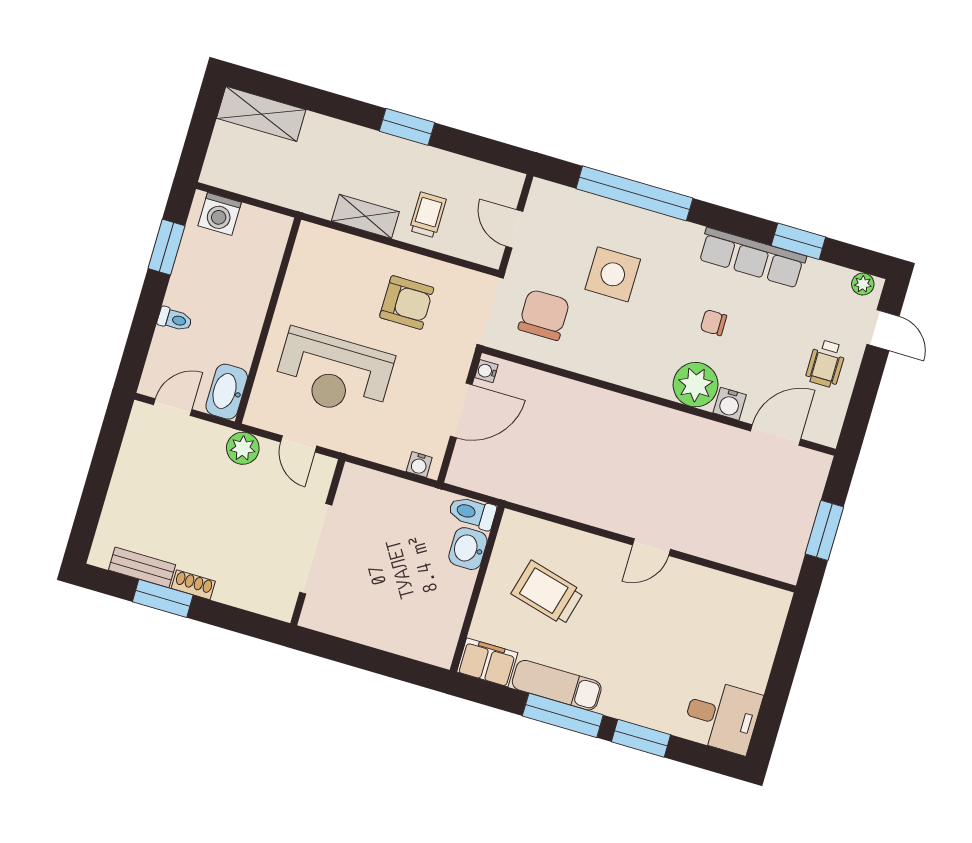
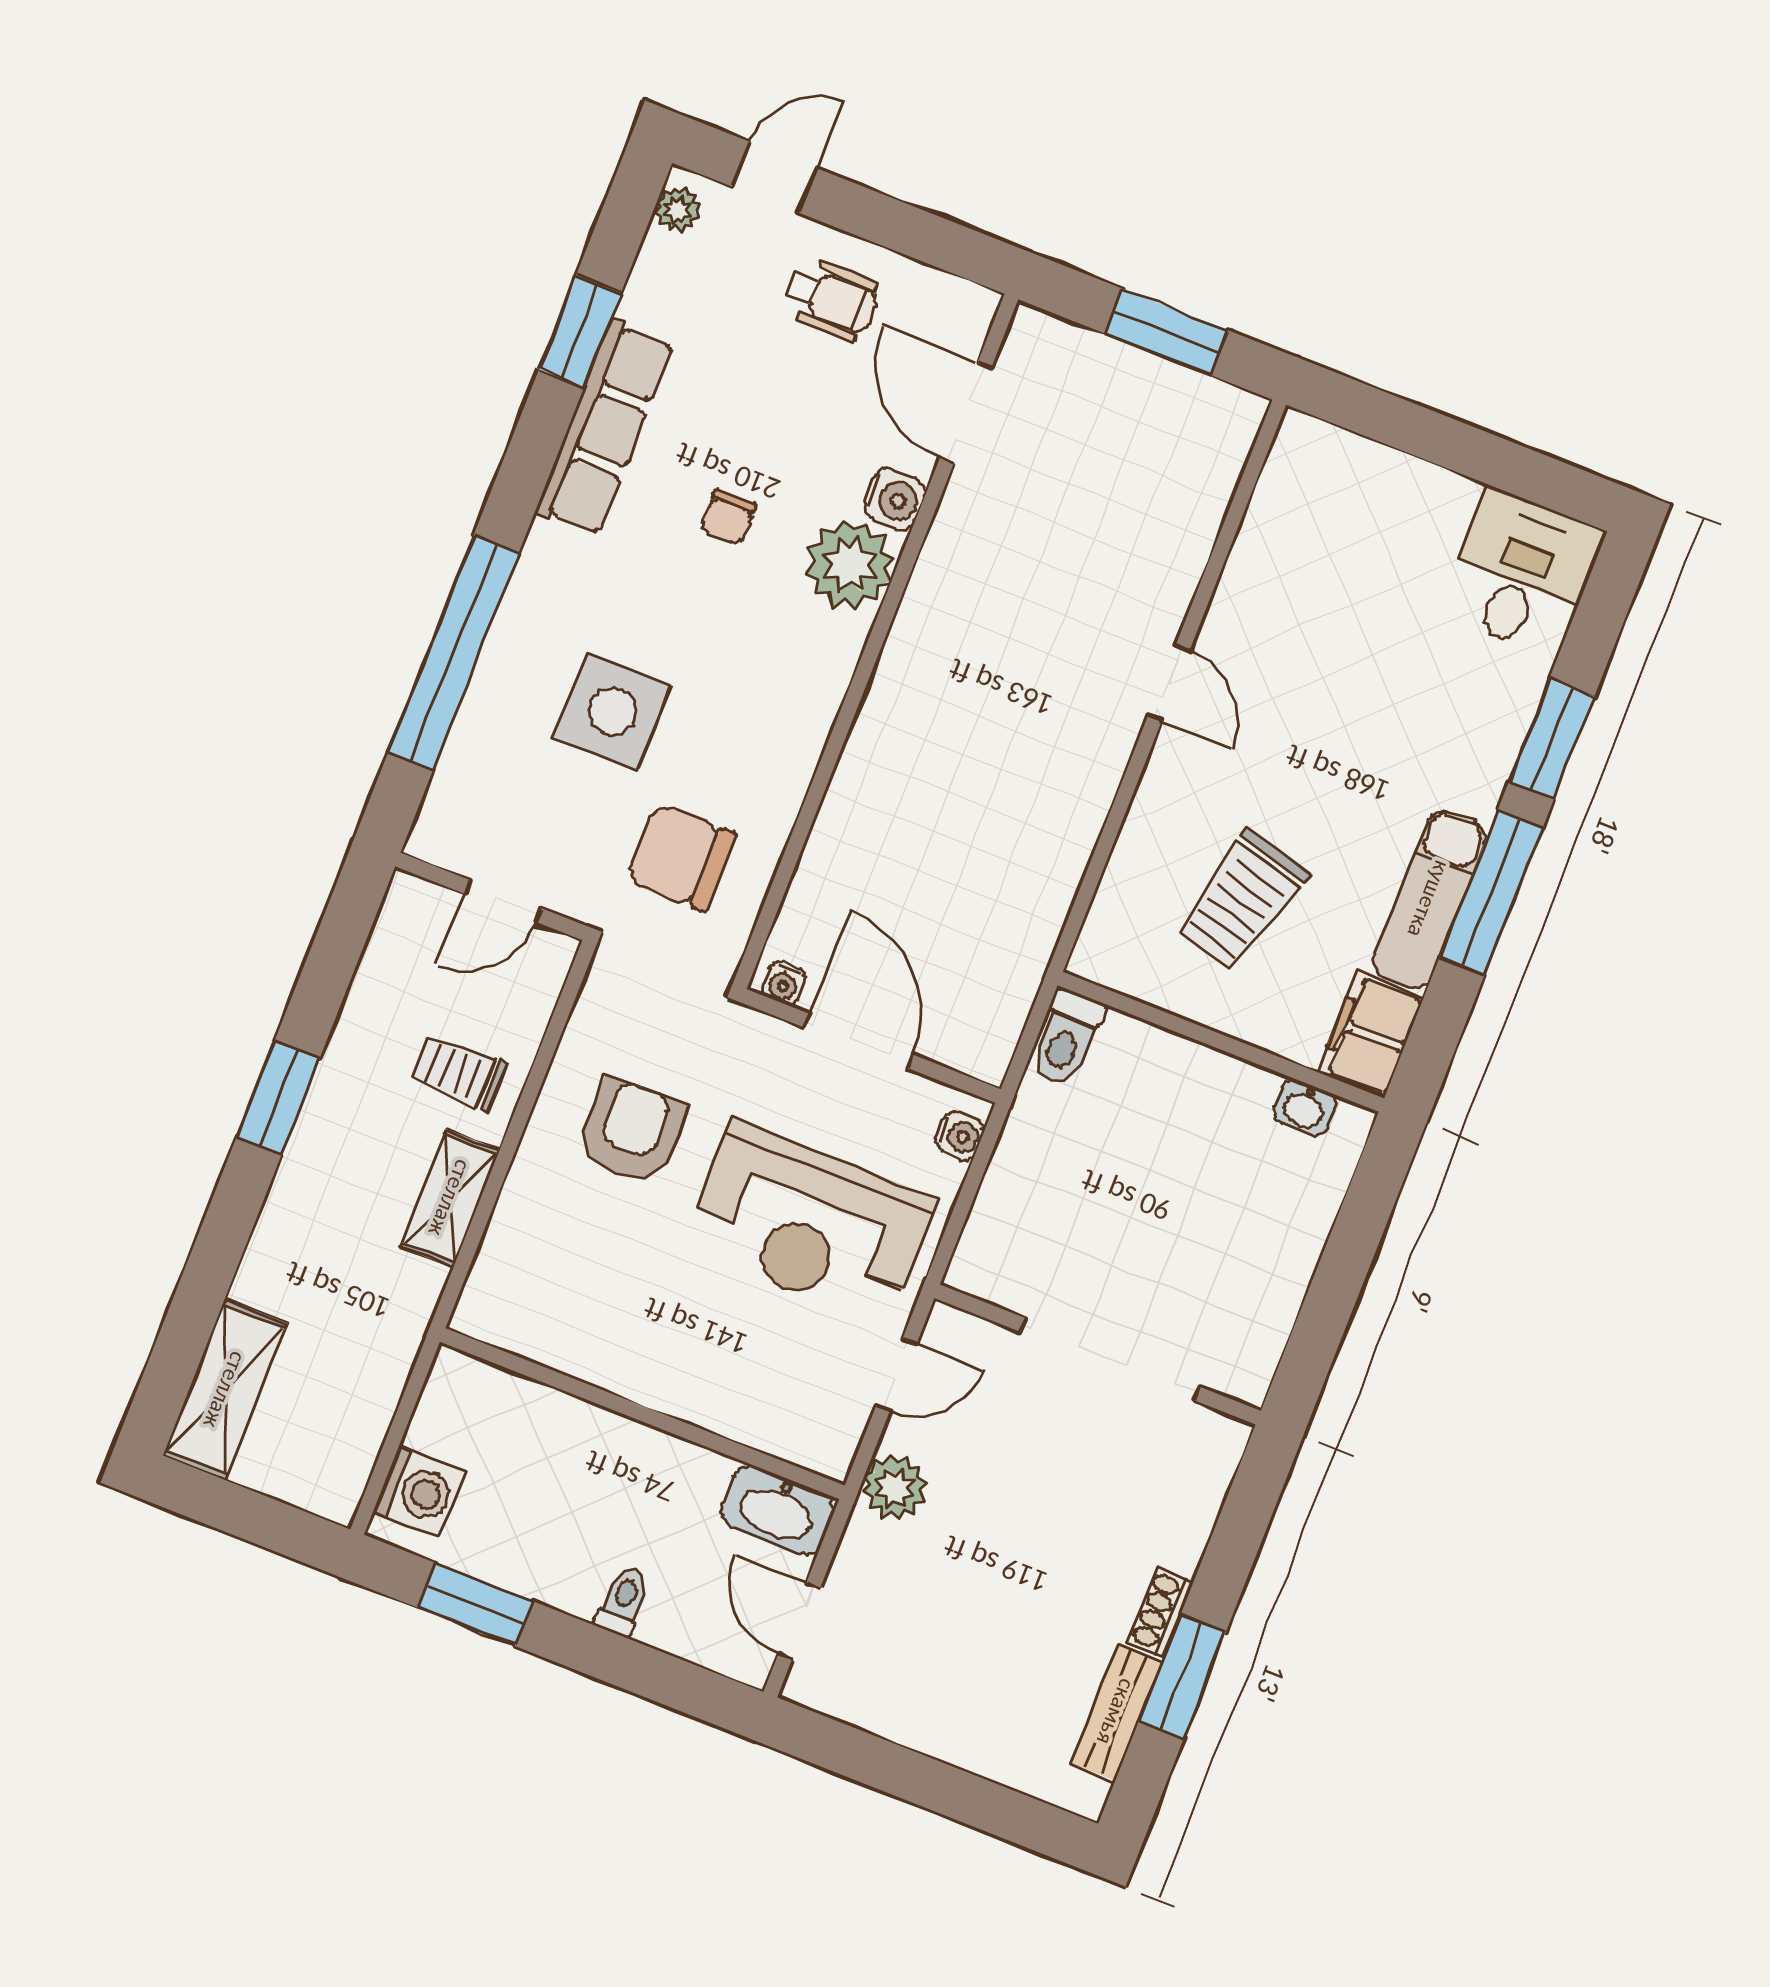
reception desk: (334, 373) -> (809, 1223), moved, turned 90
washbasin: (468, 549) -> (1305, 1108), moved, width x0.72, depth x0.69

